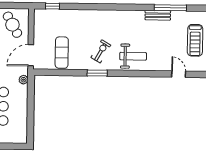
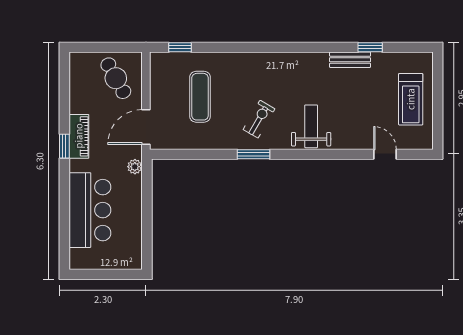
window: (170, 8) -> (370, 47), width x0.46
exercise mat: (62, 53) -> (200, 97), moved
weight bench: (133, 56) -> (311, 126), turned -90

